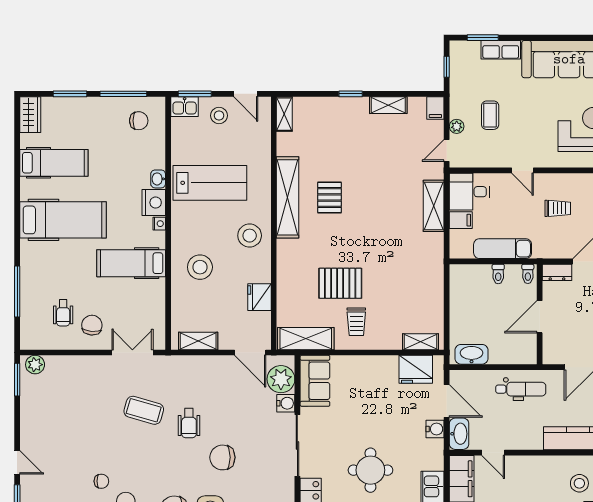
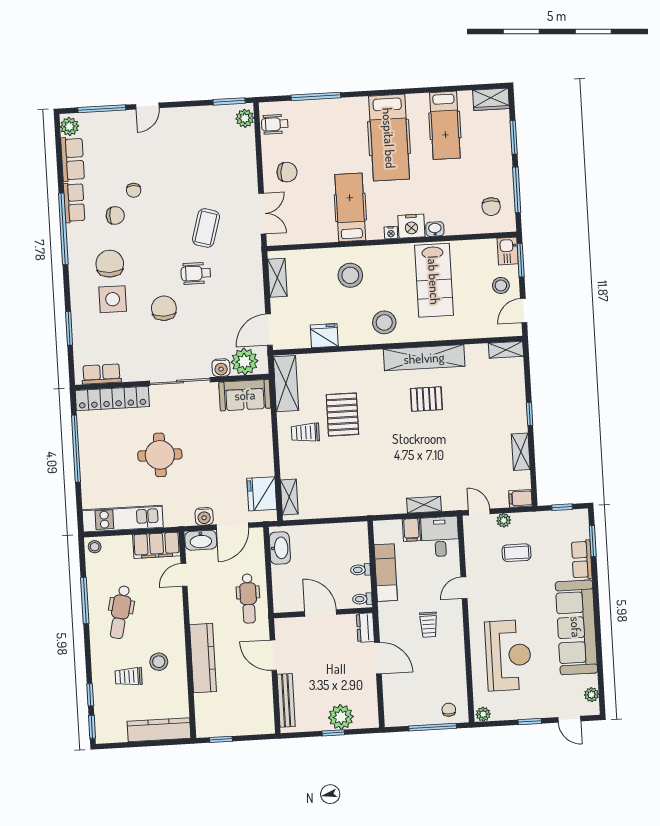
shelving: (434, 206) -> (424, 505), width x0.67, depth x0.75
wheelchair: (63, 313) -> (275, 124), moved

